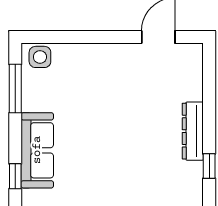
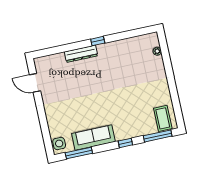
sofa: (37, 150) -> (93, 138), moved

